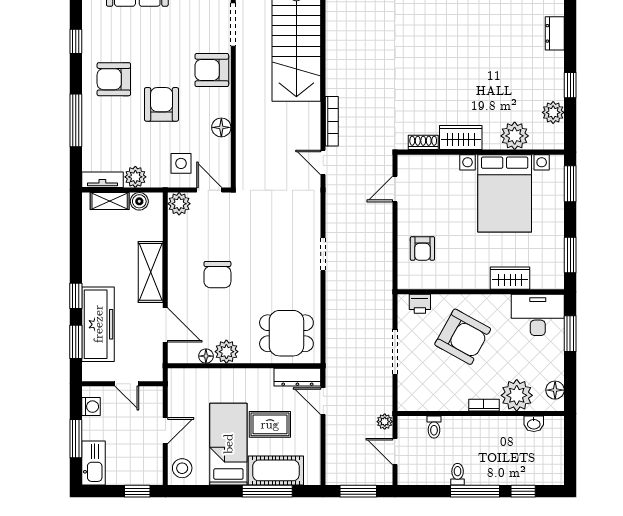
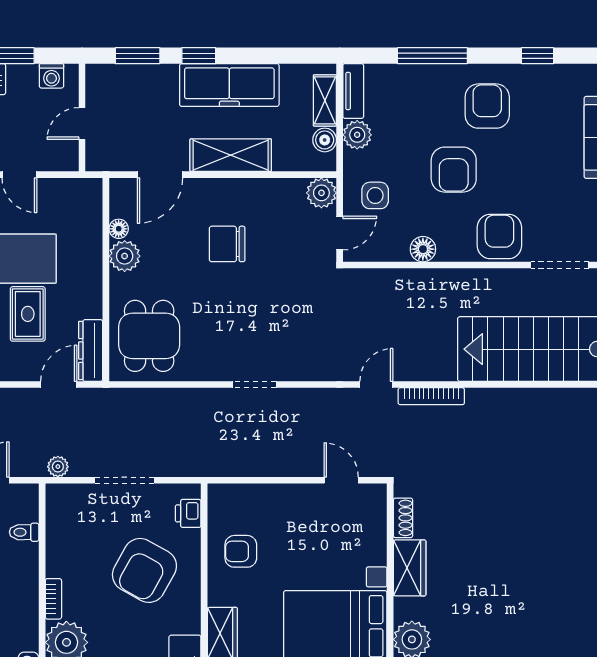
armchair: (162, 104) -> (454, 170), turned 90
armchair: (422, 248) -> (241, 551), moved
freezer: (98, 324) -> (229, 85), moved
plant: (385, 422) -> (58, 467), moved

